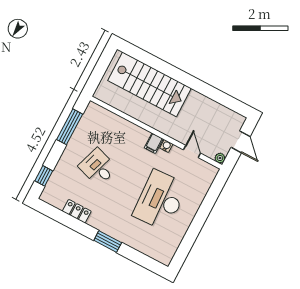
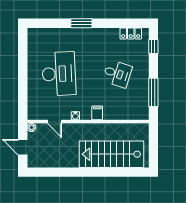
filing cabinet: (154, 143) -> (97, 113), moved
locker: (77, 211) -> (131, 33), moved

